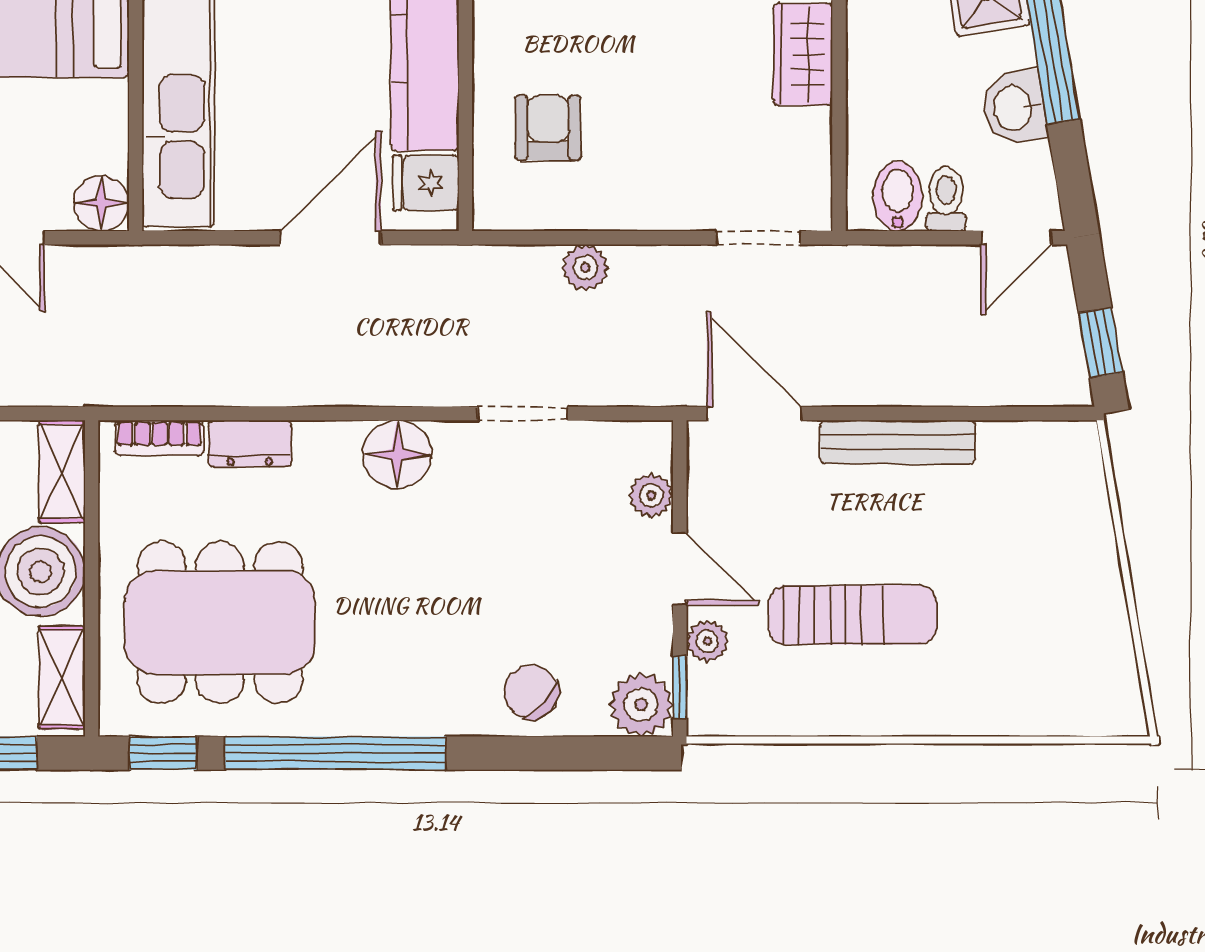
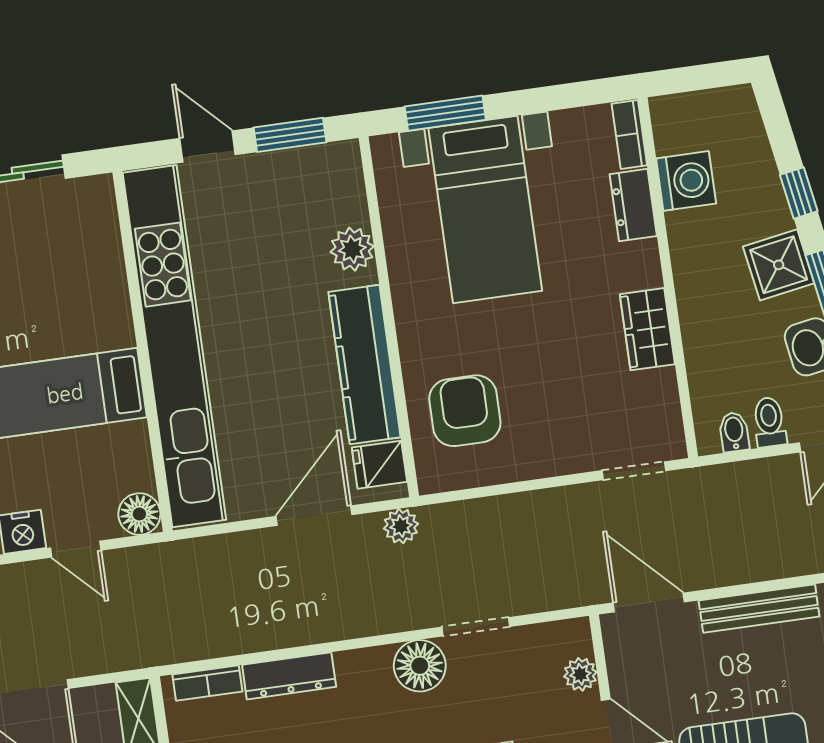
armchair: (548, 128) -> (465, 411), width x1.38, depth x1.38
bidet: (898, 196) -> (734, 432), width x0.72, depth x0.74
plant: (585, 267) -> (401, 526), moved
dresser: (250, 444) -> (289, 676), width x1.44
floor lamp: (397, 454) -> (420, 666), moved

